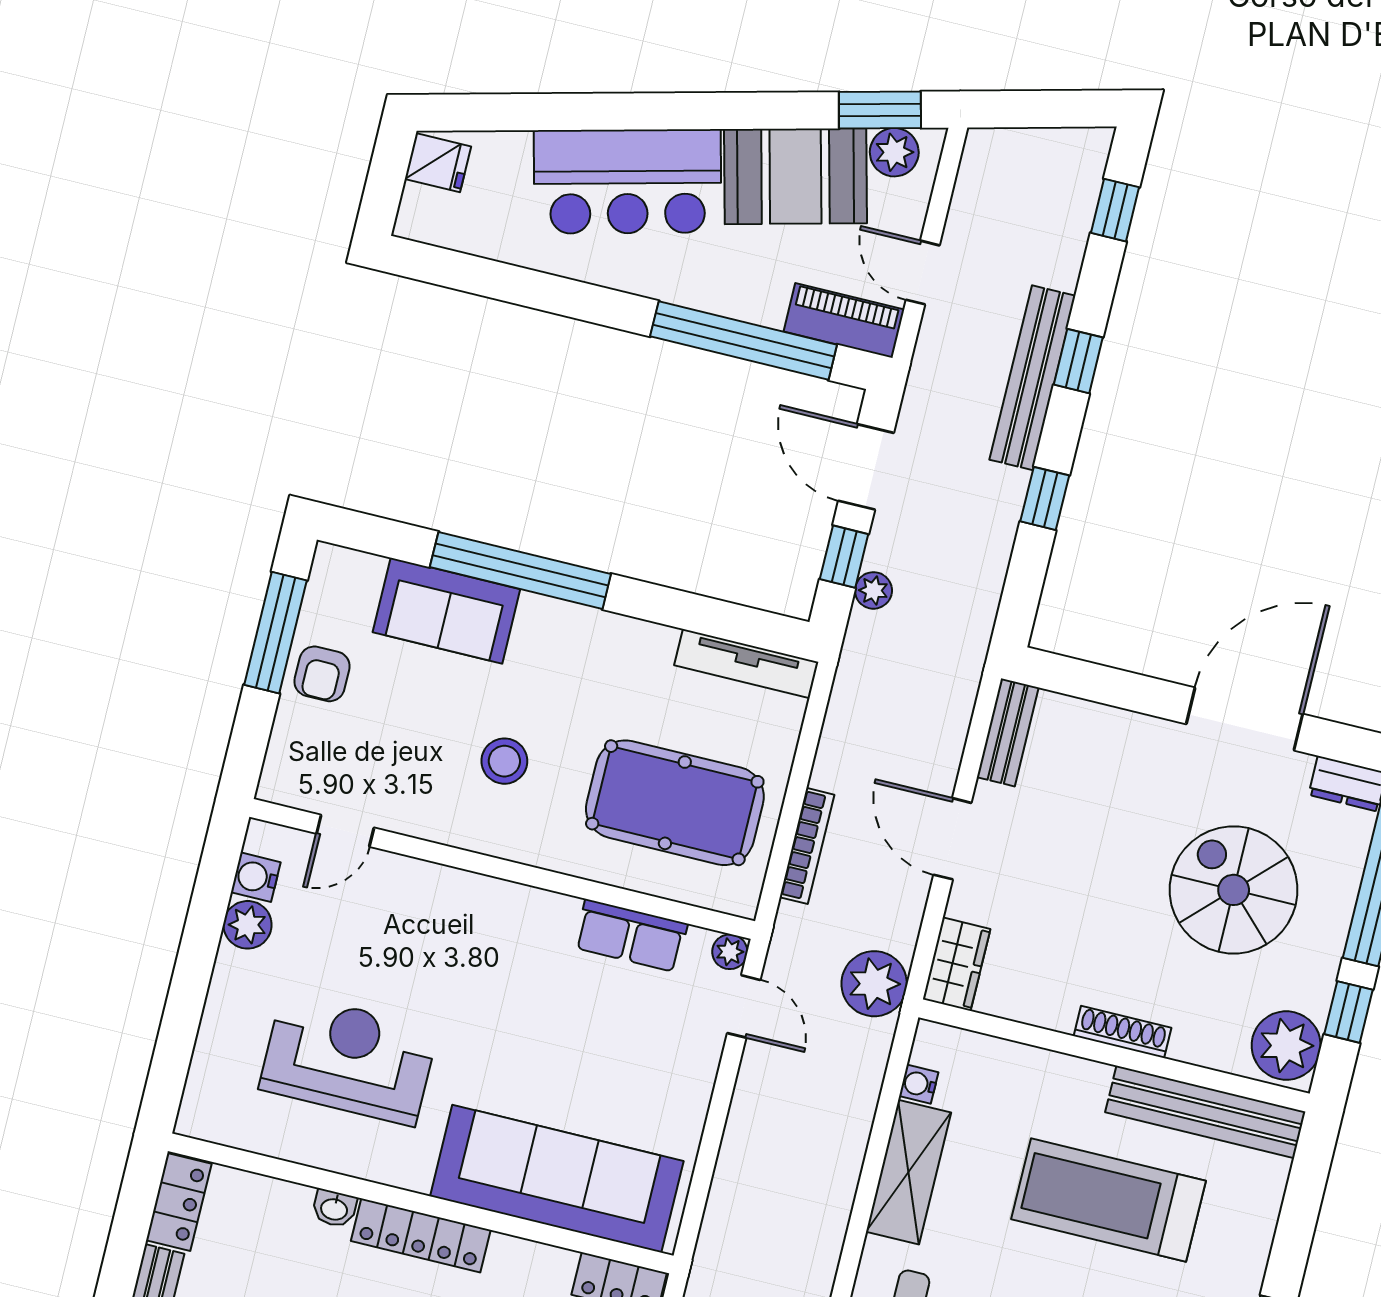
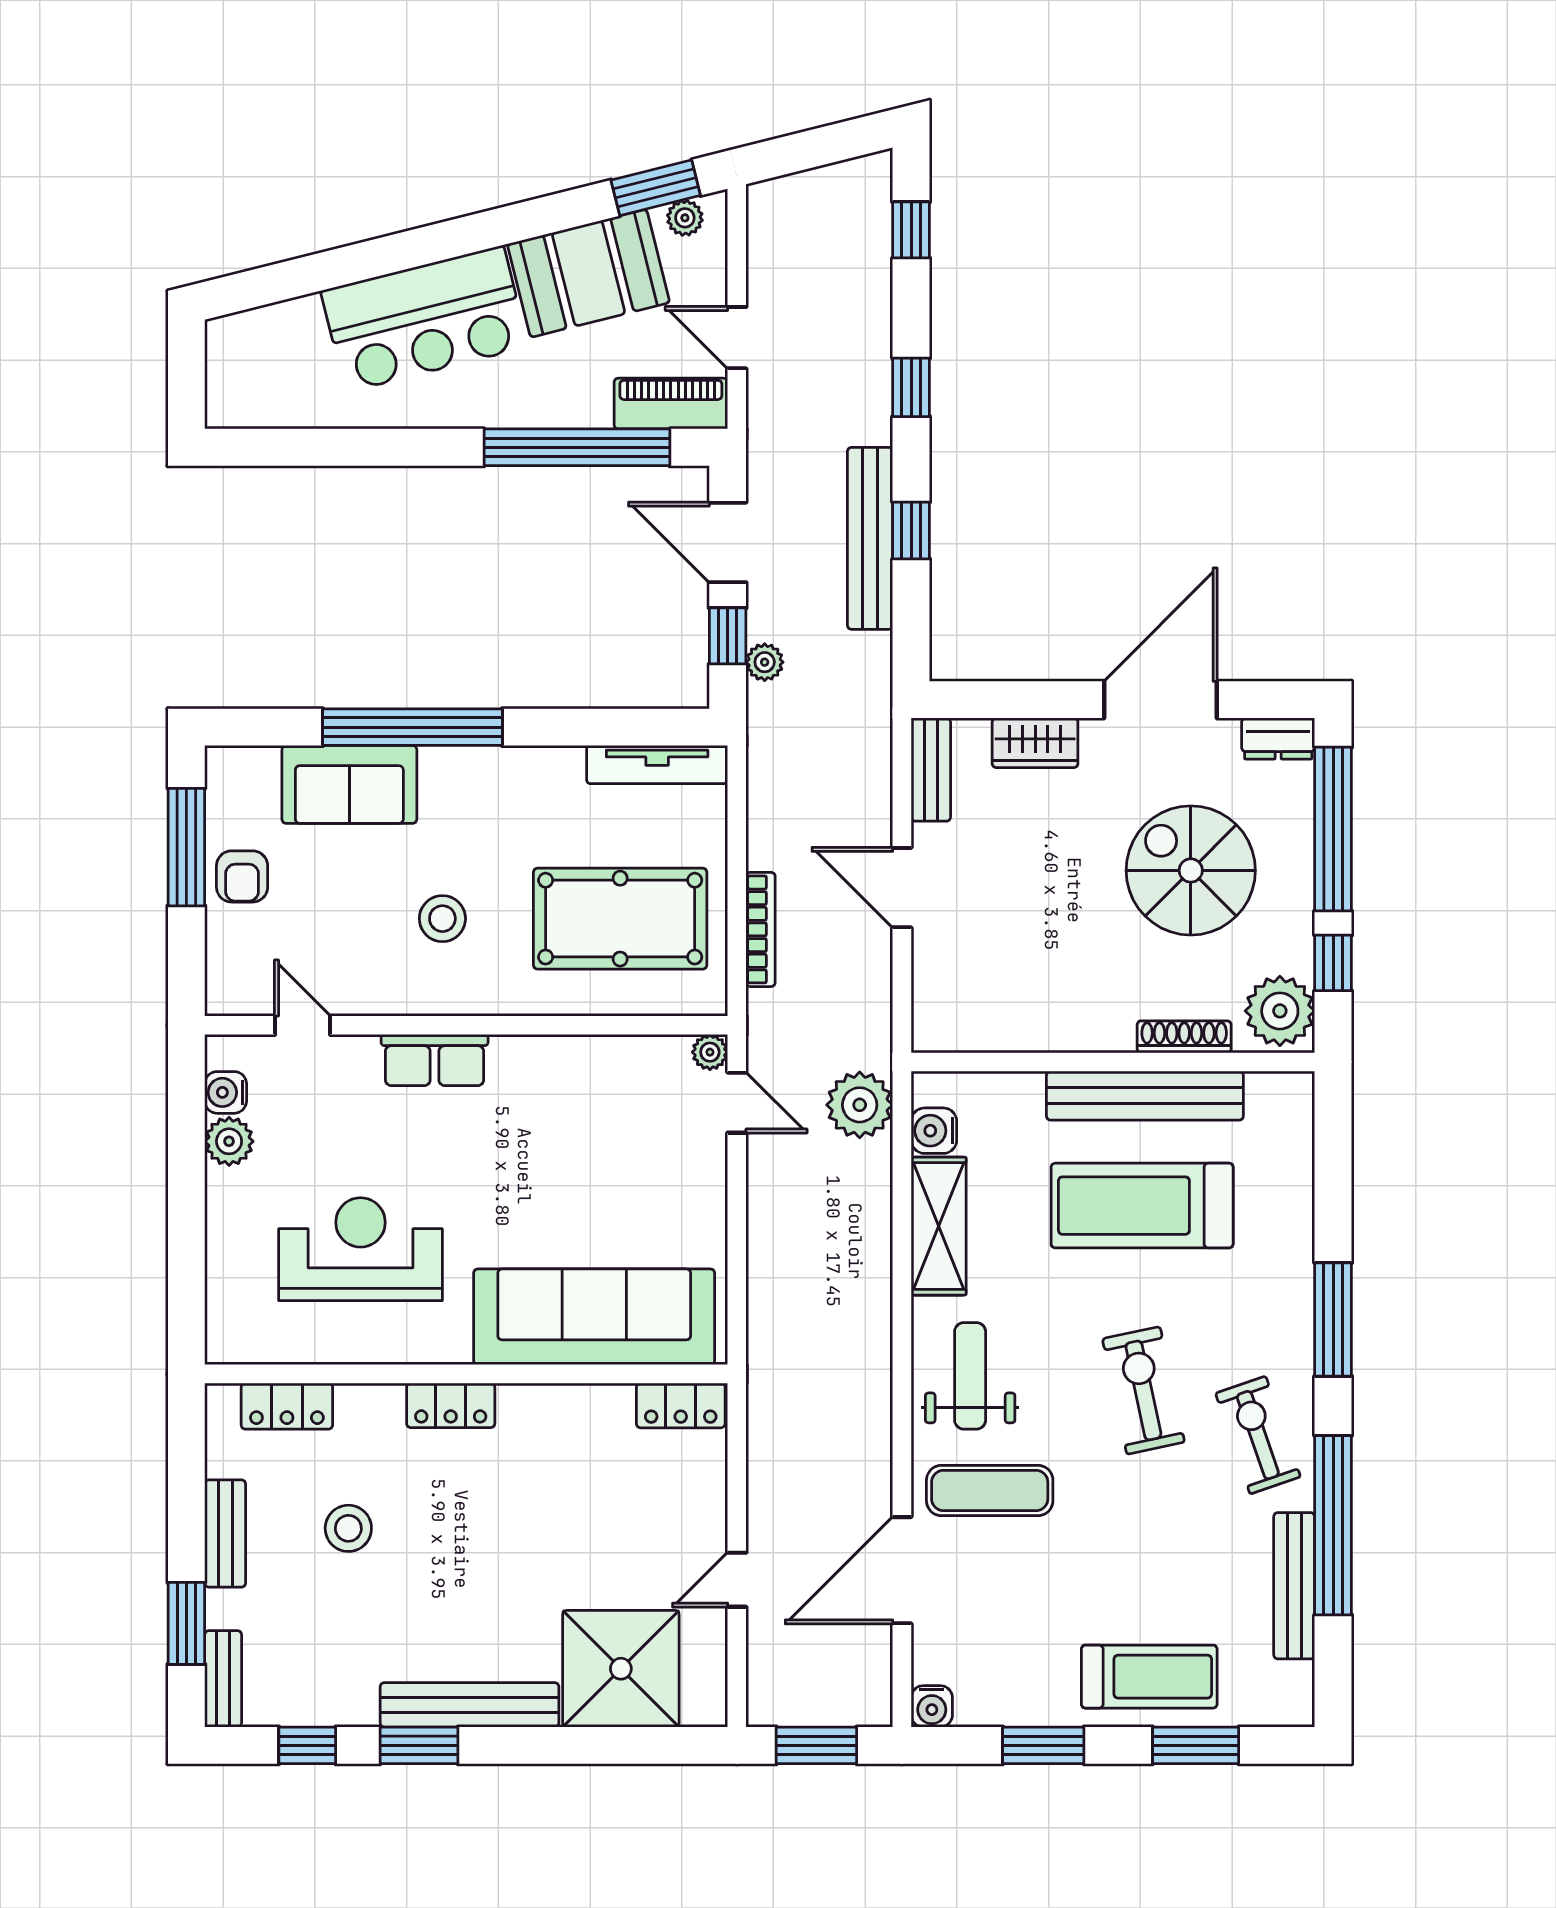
plant: (894, 152) -> (685, 218), width x0.73, depth x0.73
fridge: (438, 163) -> (233, 346), removed
bench: (1032, 378) -> (870, 538), moved
door: (345, 831) -> (303, 1025), swing flipped
row of seats: (631, 936) -> (435, 1060), moved
wardrobe: (956, 964) -> (1035, 743), moved, turned 90
plant: (874, 984) -> (860, 1105), moved
shoe rack: (1123, 1032) -> (1184, 1037), moved
water cooler: (919, 1084) -> (934, 1131), width x1.38, depth x1.38
bench: (1205, 1112) -> (1145, 1096), moved
locker: (179, 1202) -> (287, 1406), moved, turned 90
washbasin: (334, 1209) -> (382, 1400), removed
locker: (421, 1235) -> (451, 1405), width x0.66

